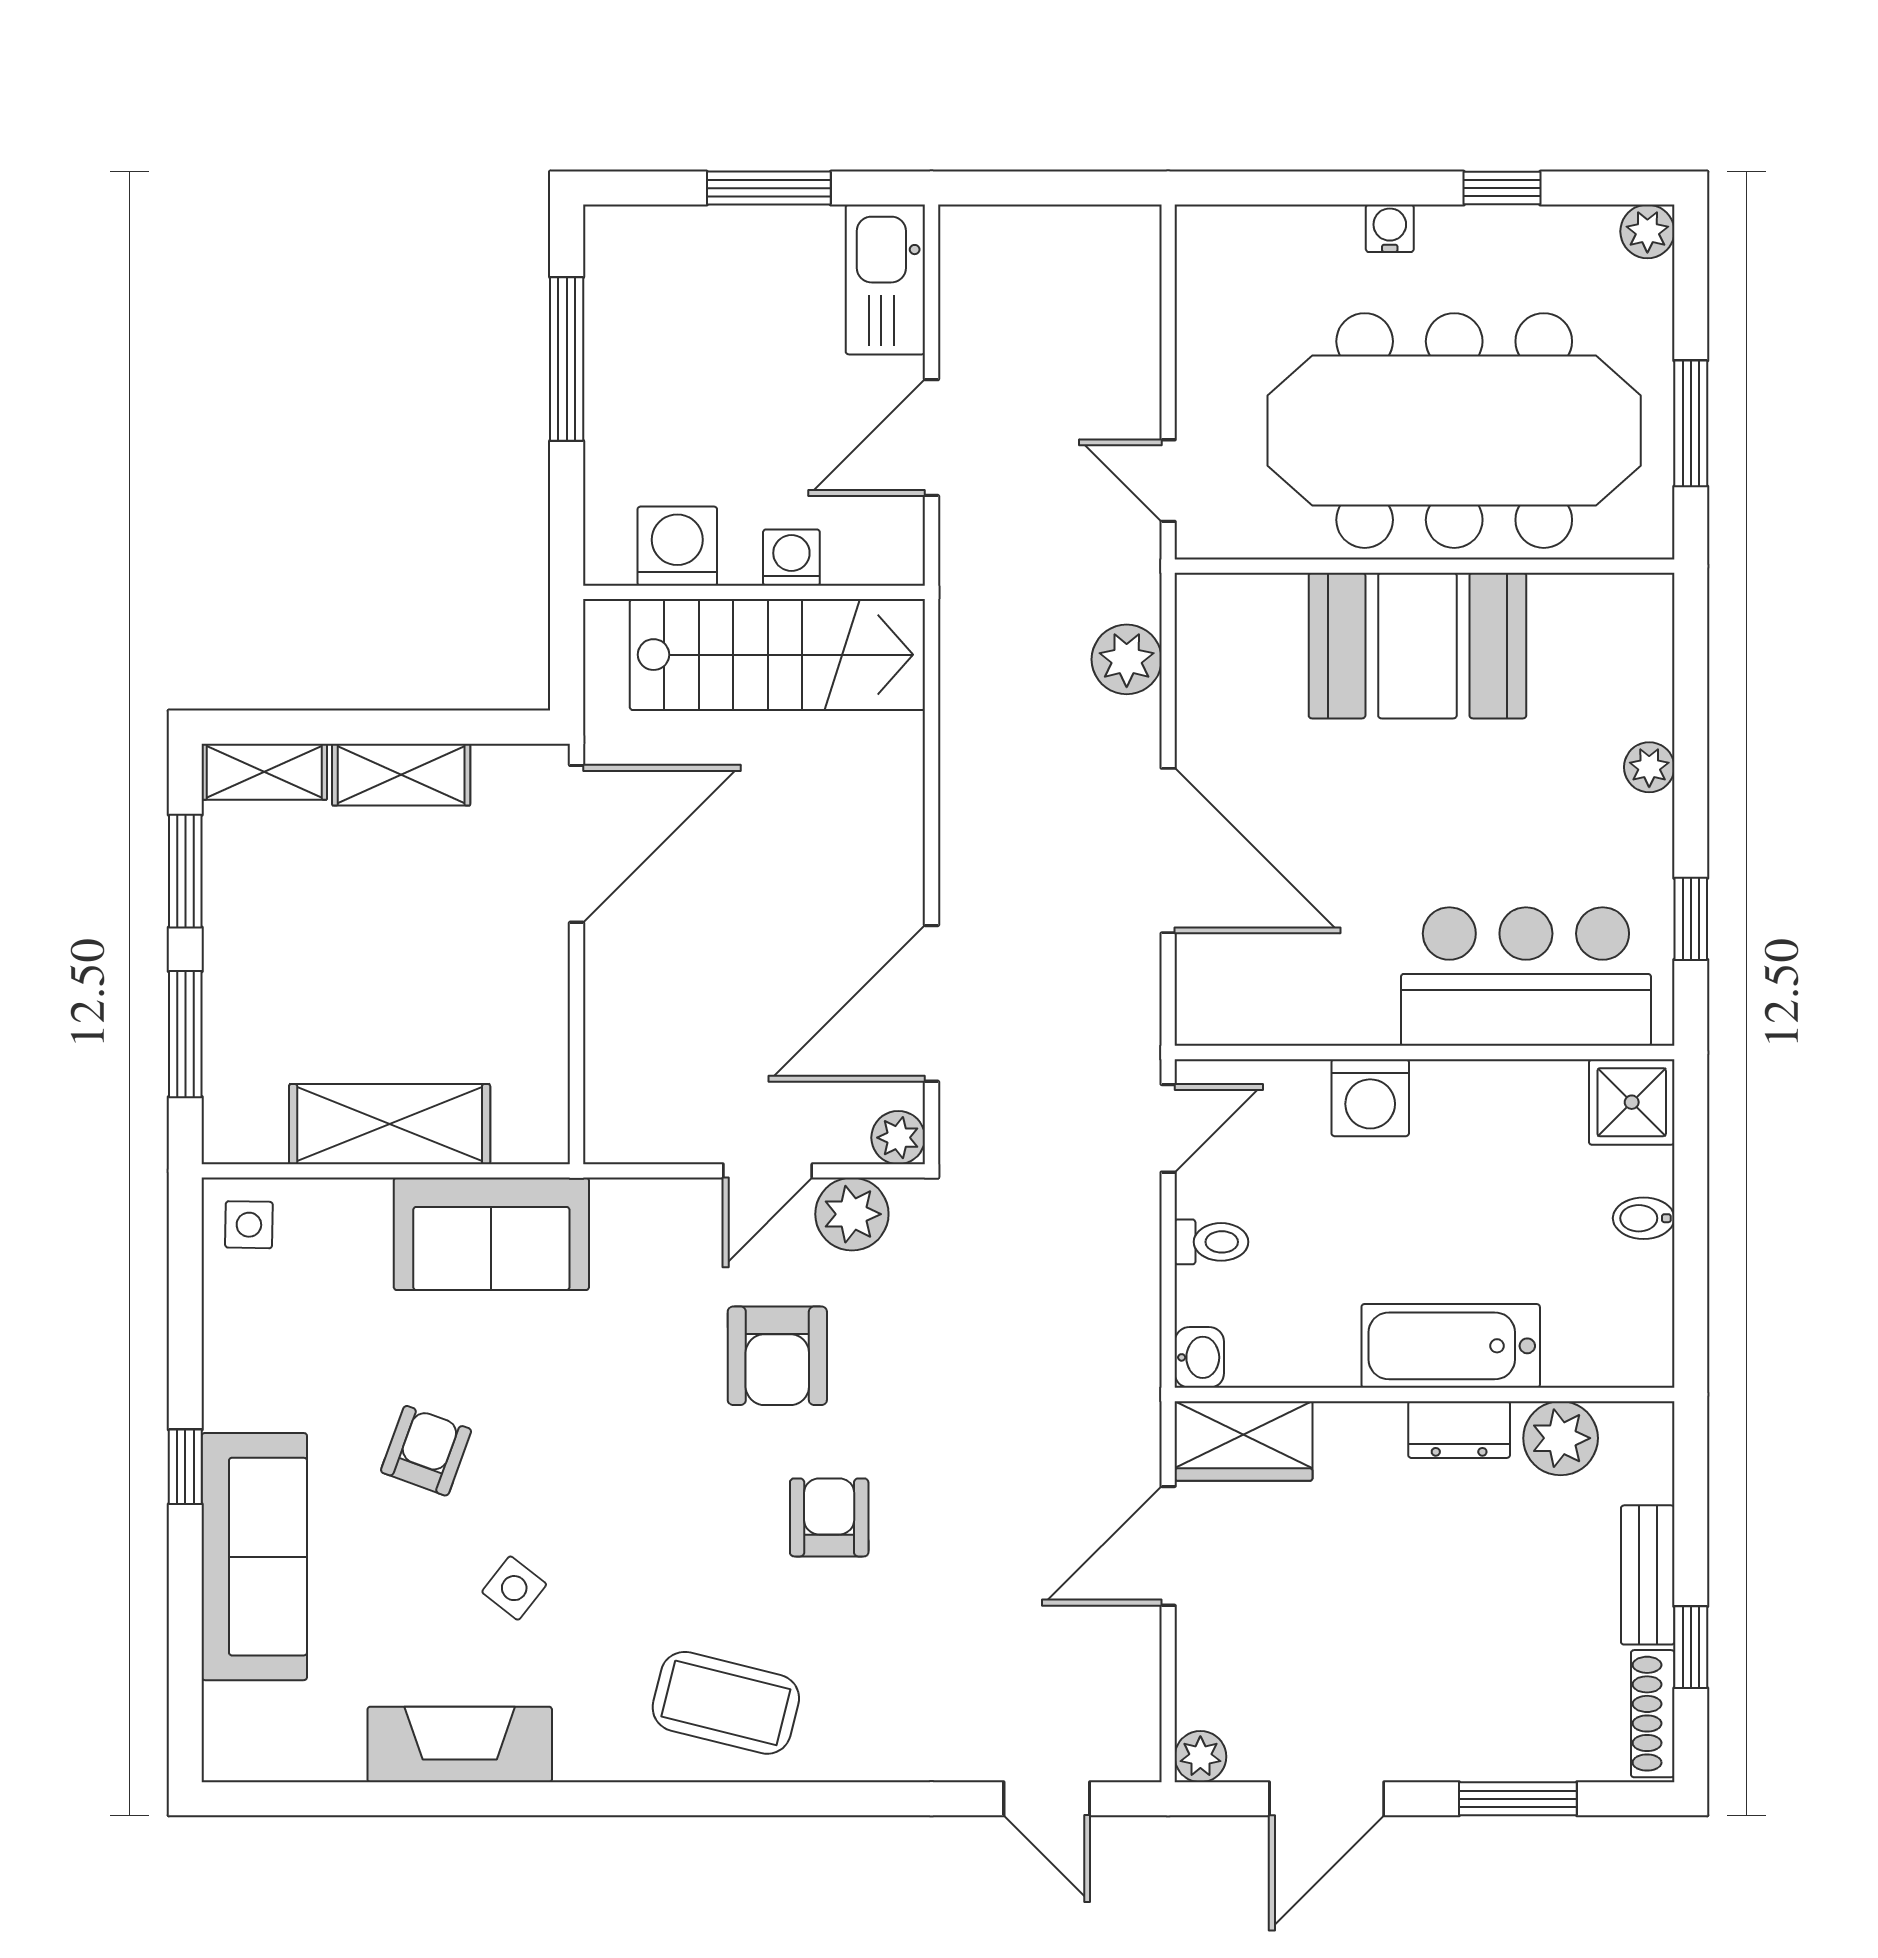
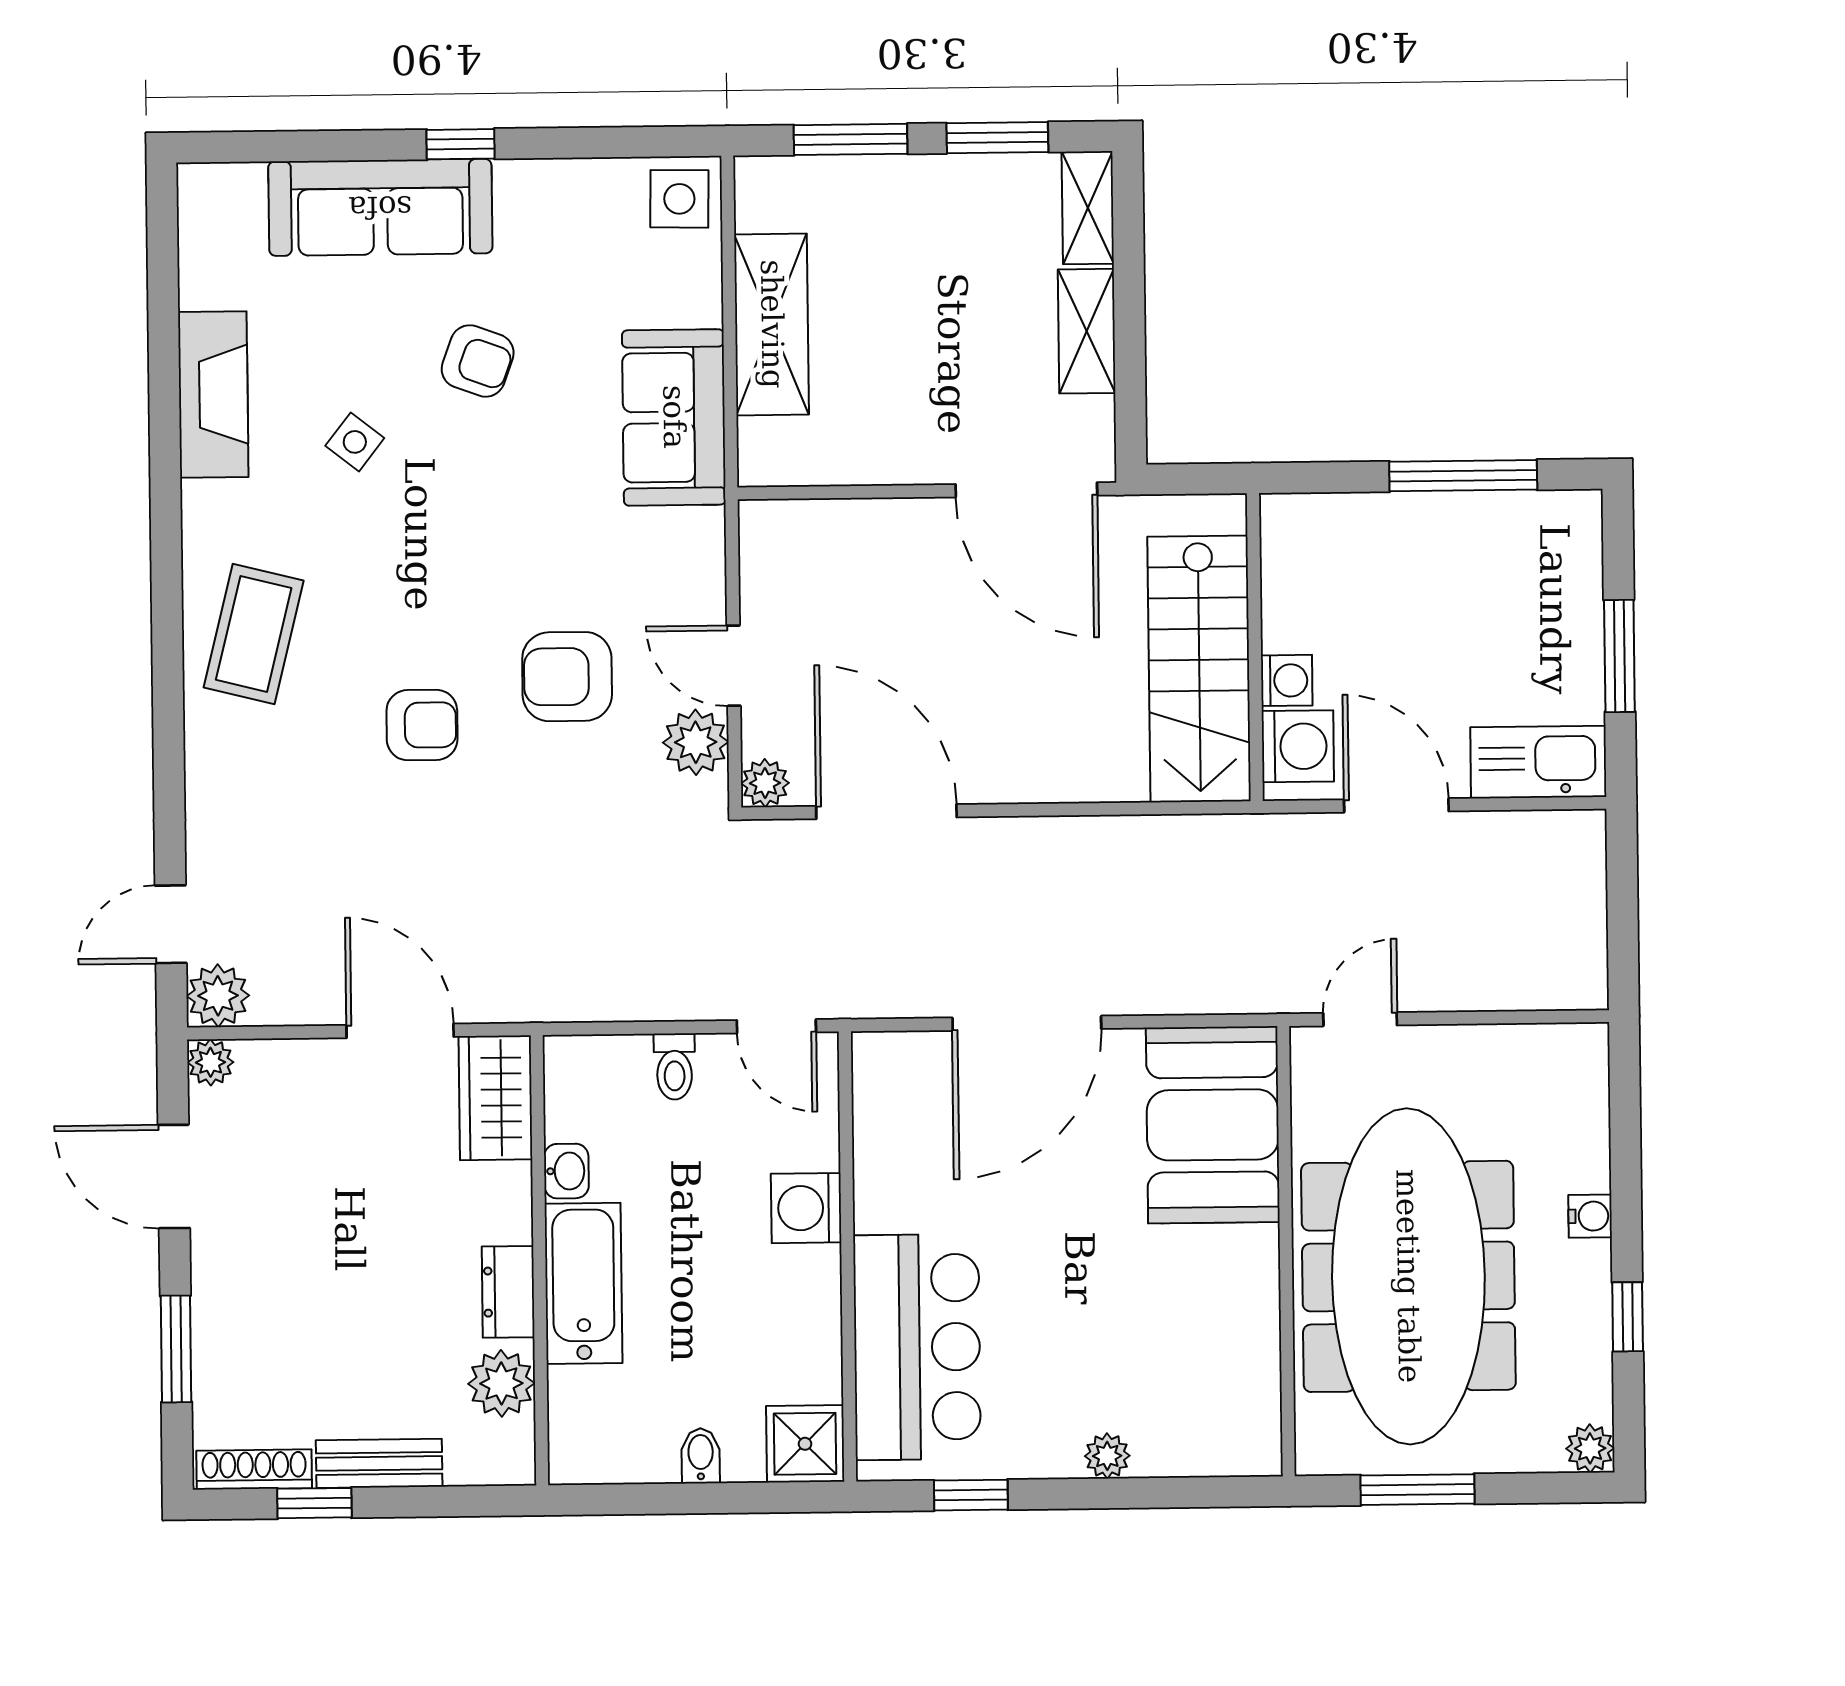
washing machine: (677, 546) -> (1298, 746), moved
booth: (1417, 646) -> (1213, 1125), moved
plant: (1127, 659) -> (218, 996), moved
side table: (249, 1225) -> (679, 199), width x1.37, depth x1.37
washbasin: (1199, 1357) -> (566, 1171), moved, turned -90

